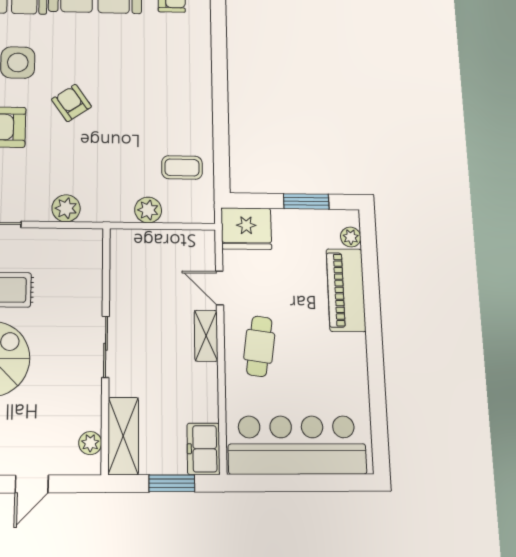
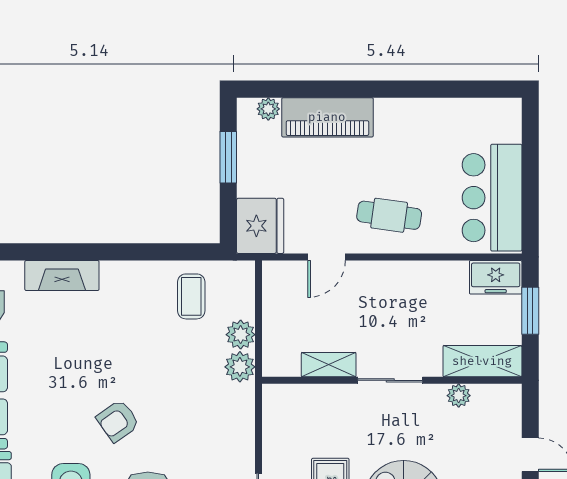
fireplace: (199, 59) -> (62, 275), added
plant: (66, 208) -> (240, 367), moved
shelving: (206, 336) -> (329, 365), moved
plant: (90, 443) -> (459, 396), moved
bar counter: (297, 445) -> (492, 198), width x0.73

